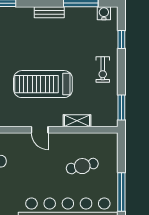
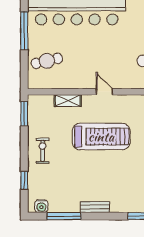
cafe table: (82, 166) -> (47, 61), moved

